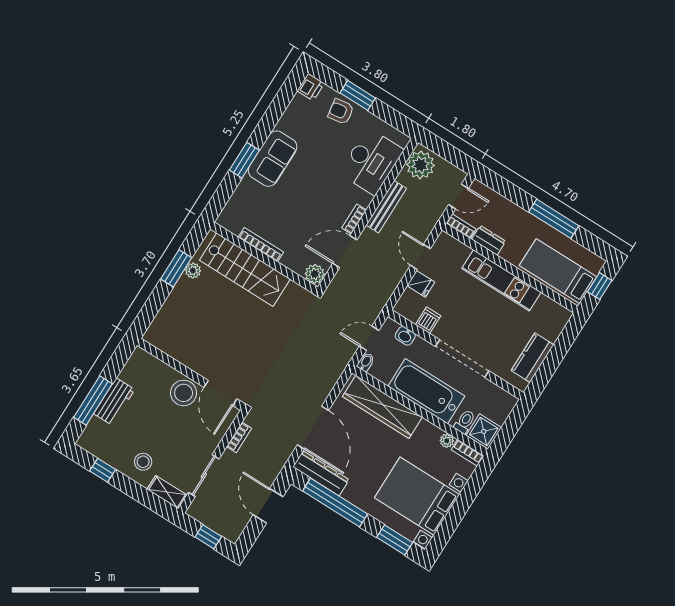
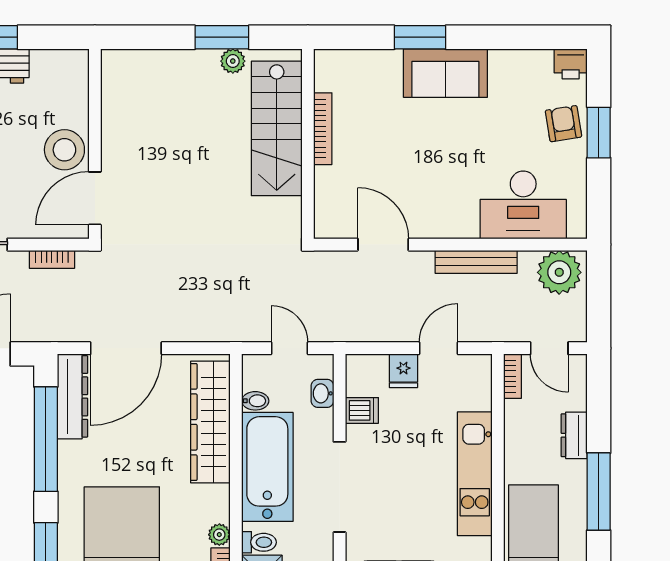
bookcase: (354, 219) -> (433, 230), removed
dresser: (489, 240) -> (574, 435), moved, turned 180
plant: (315, 274) -> (329, 223), removed
bidet: (366, 362) -> (255, 401), moved

